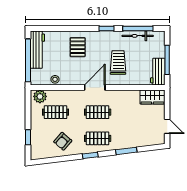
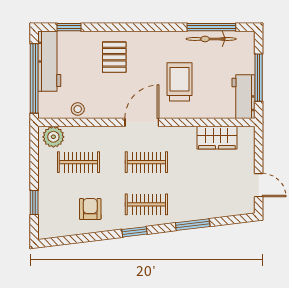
window: (107, 29) -> (69, 27), moved
wardrobe: (152, 97) -> (217, 138), moved
armchair: (63, 141) -> (90, 209), turned 139

